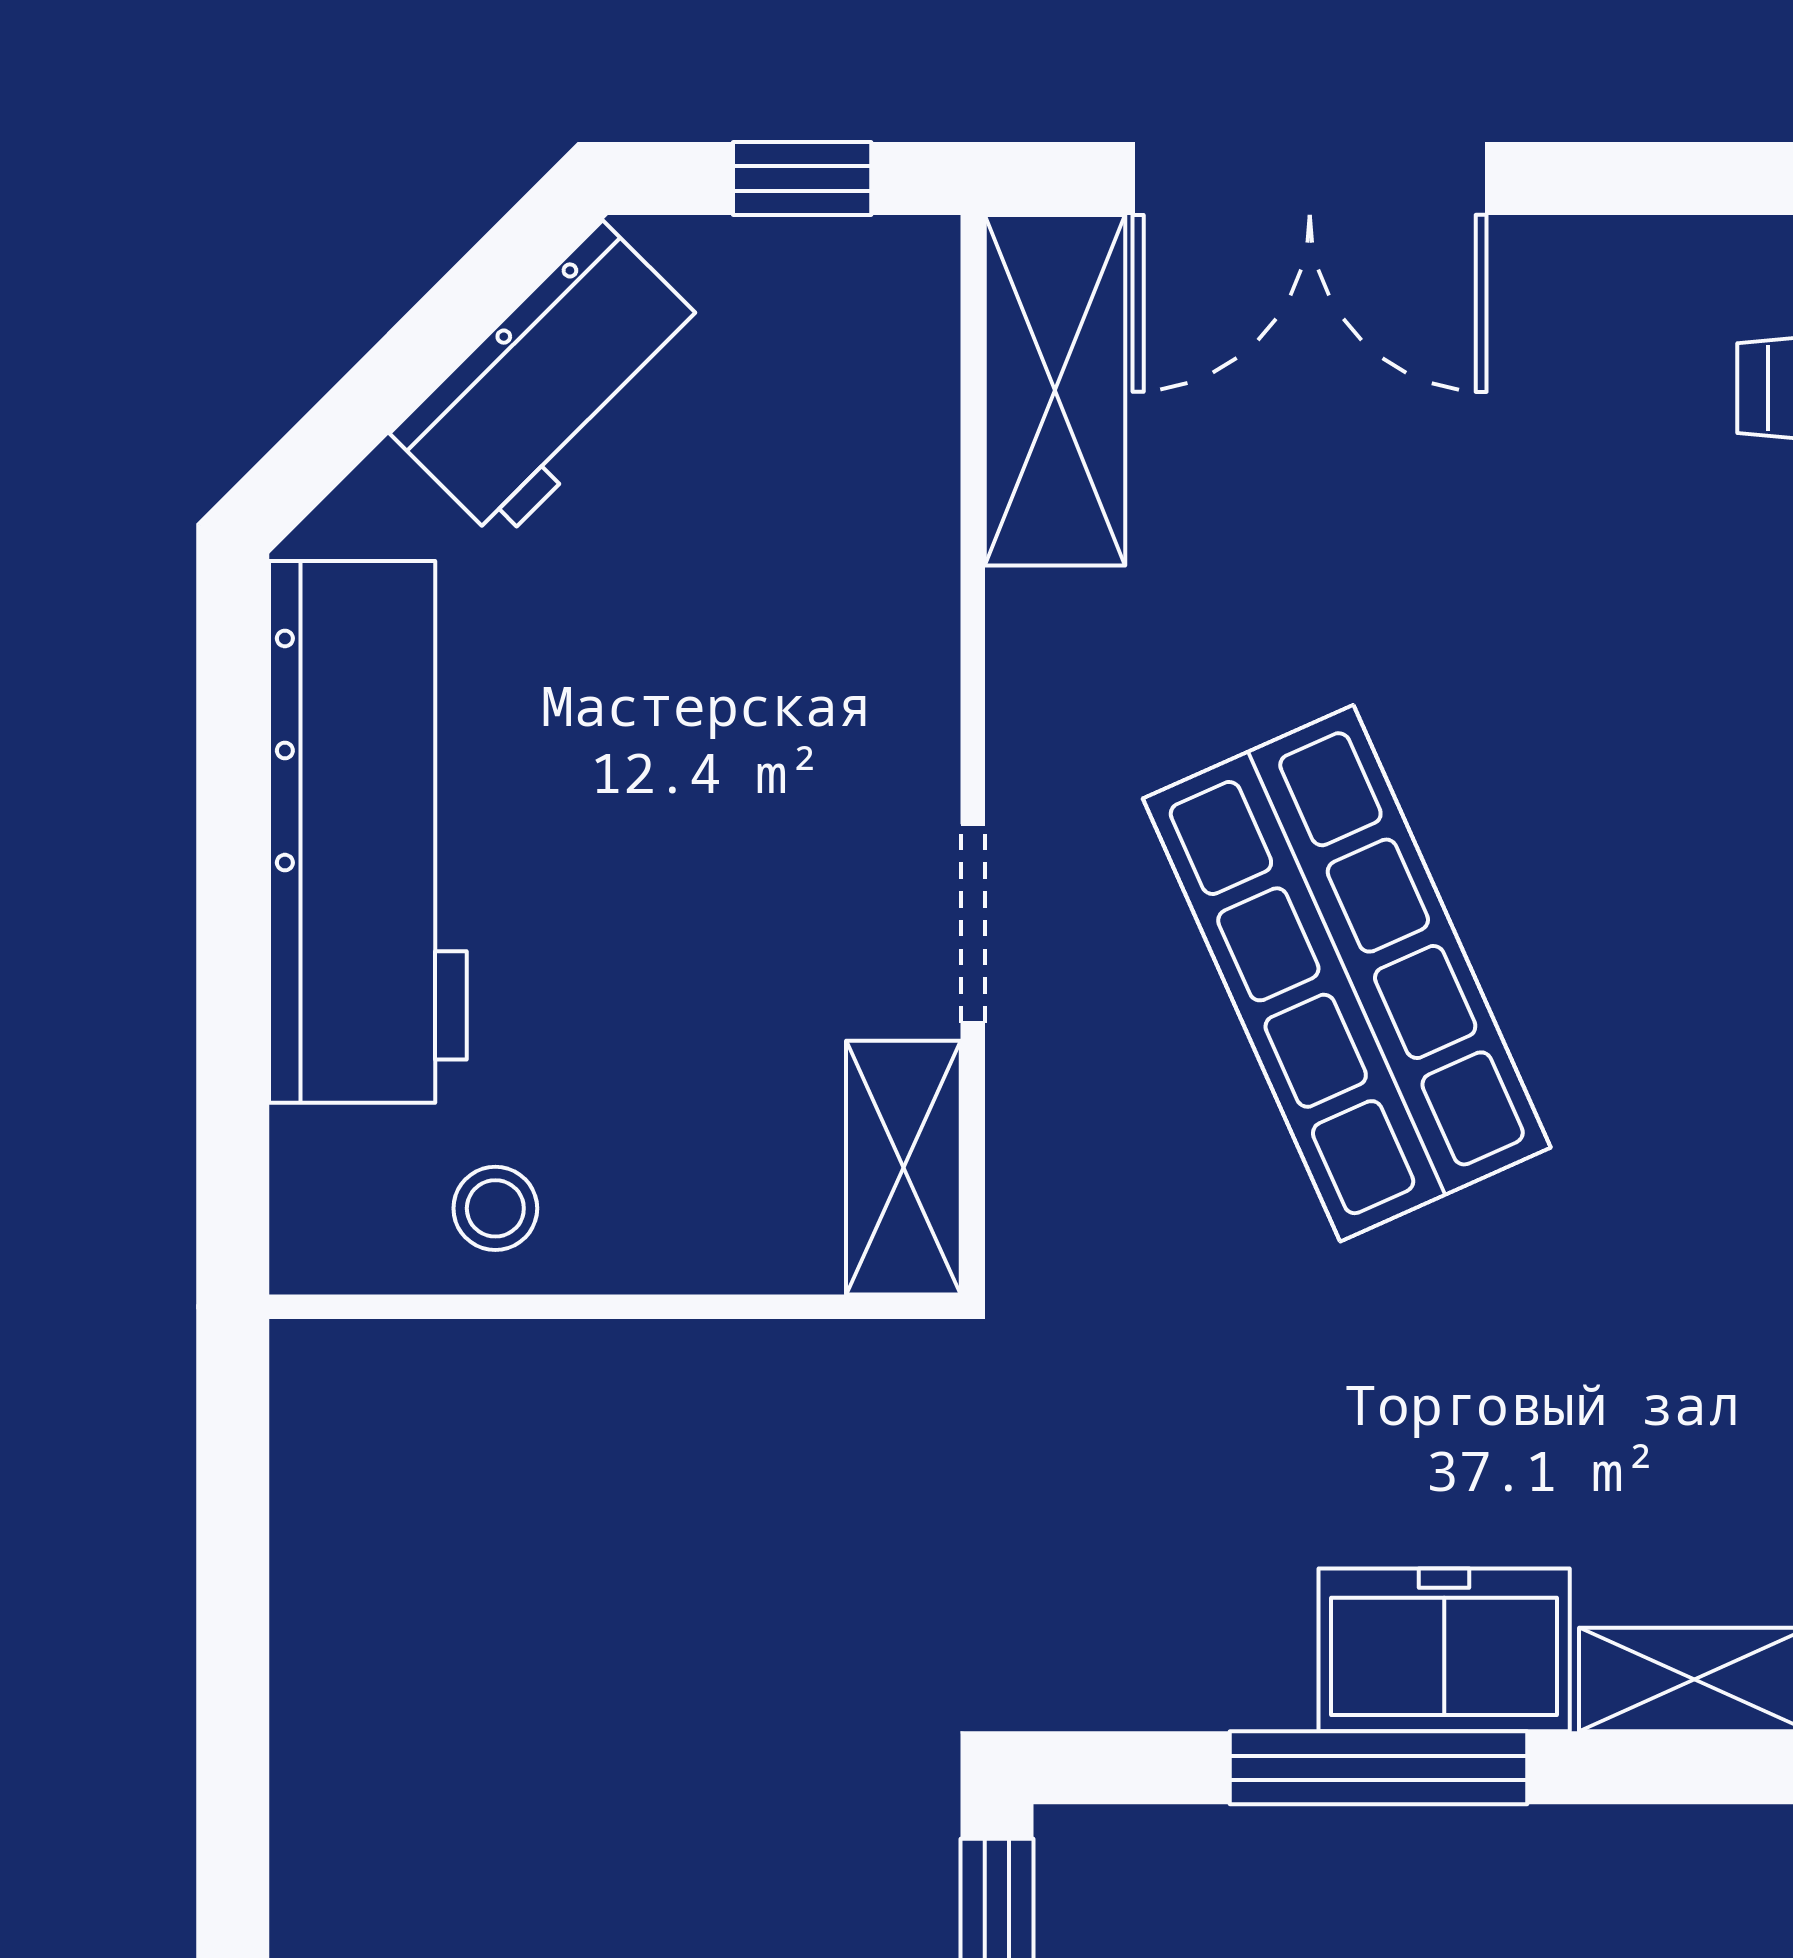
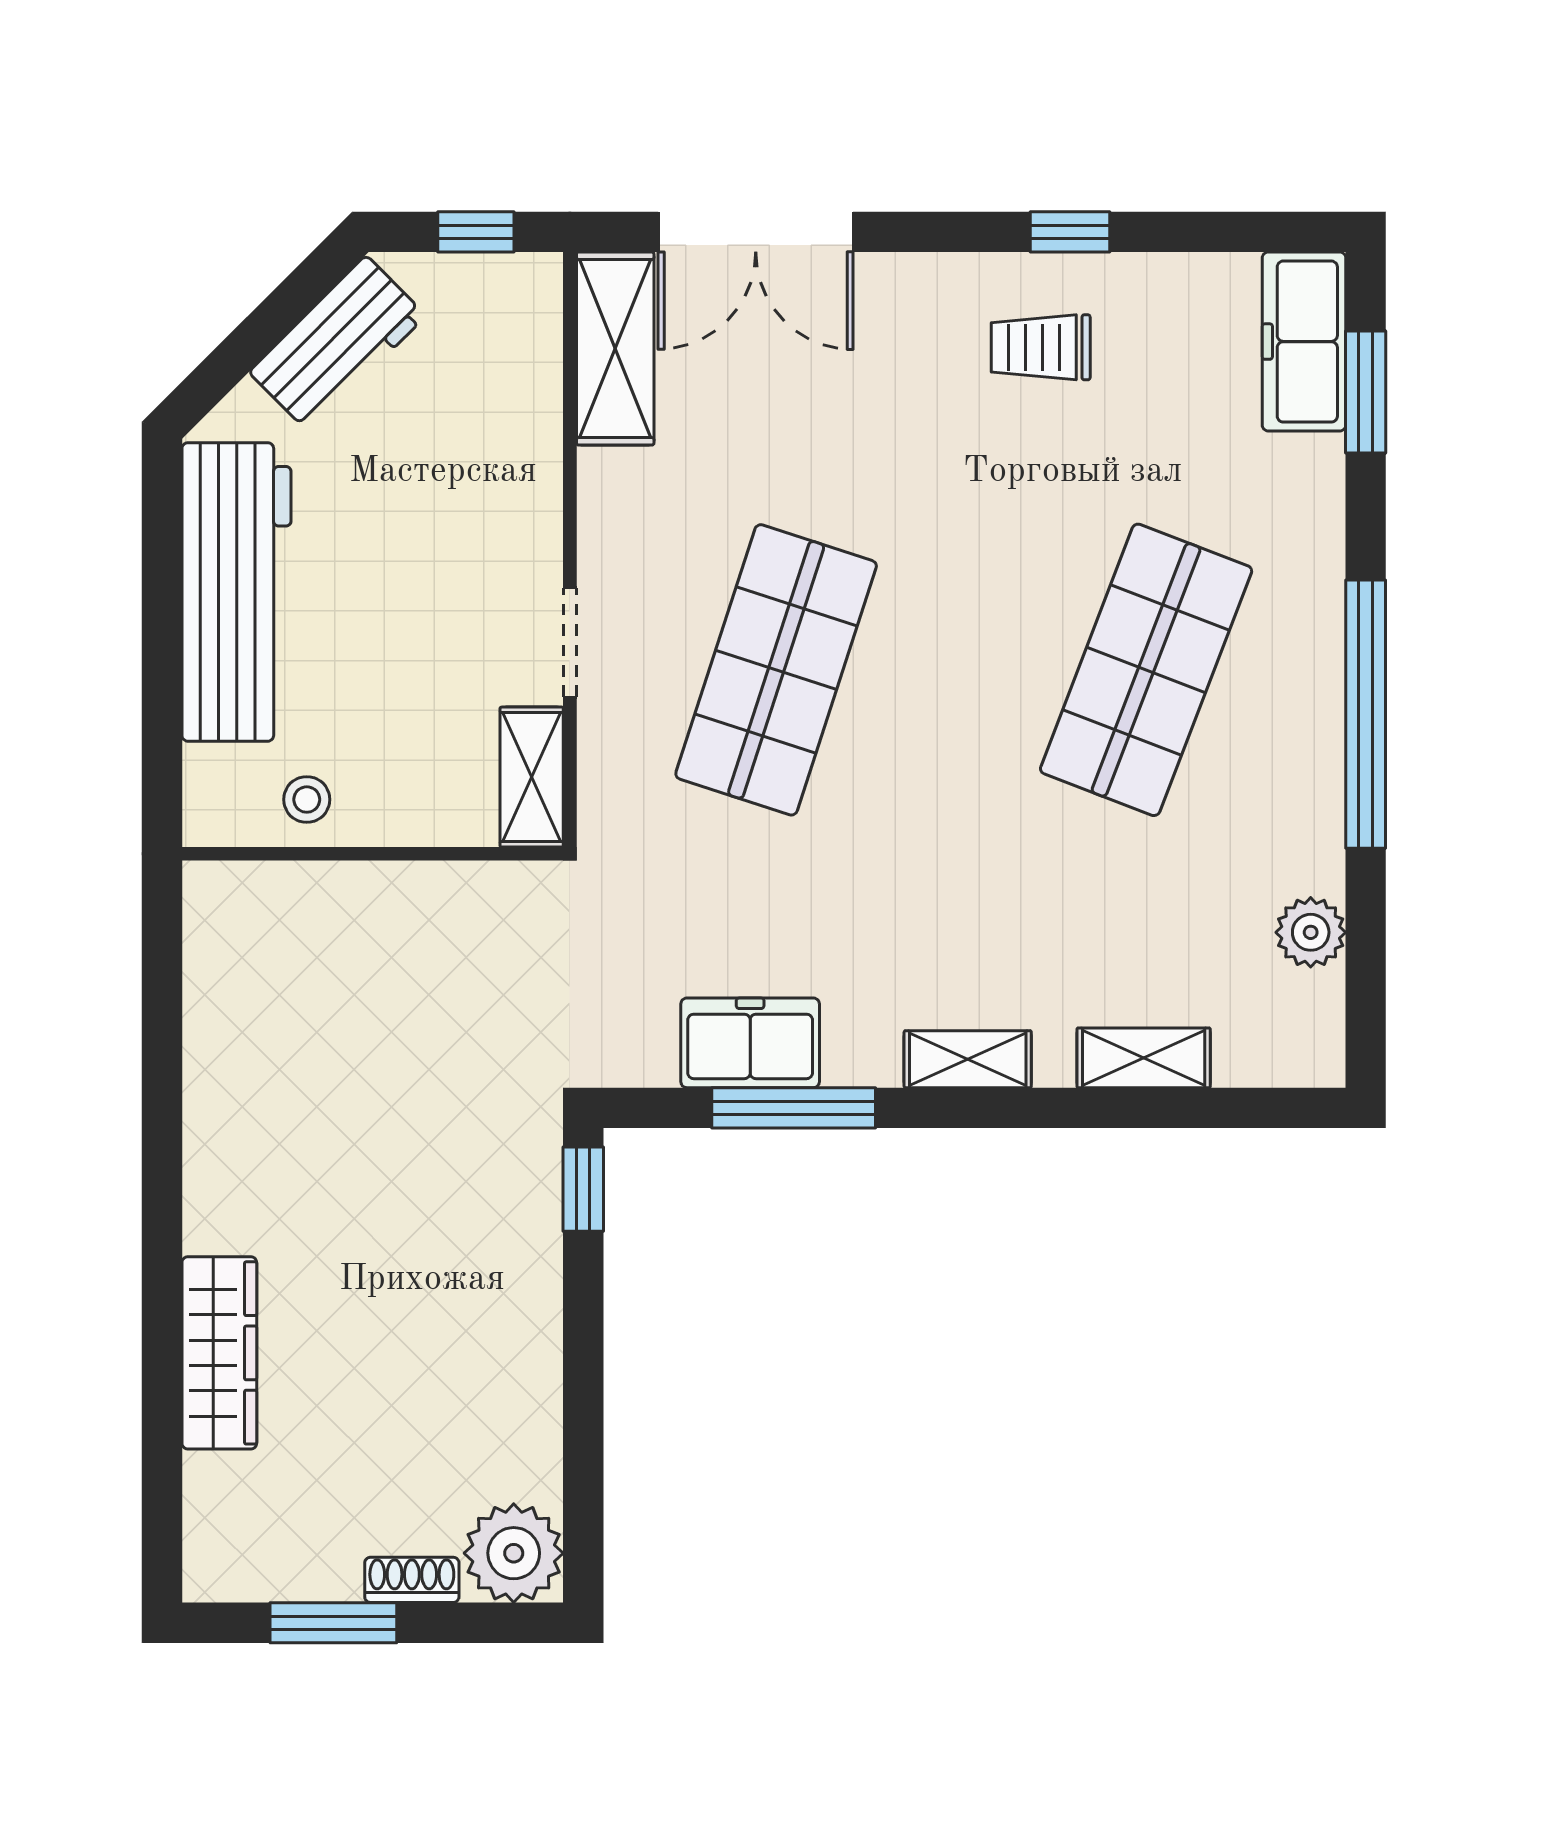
shop shelf: (1347, 973) -> (776, 670), turned 42
freezer: (1444, 1650) -> (750, 1043), moved

